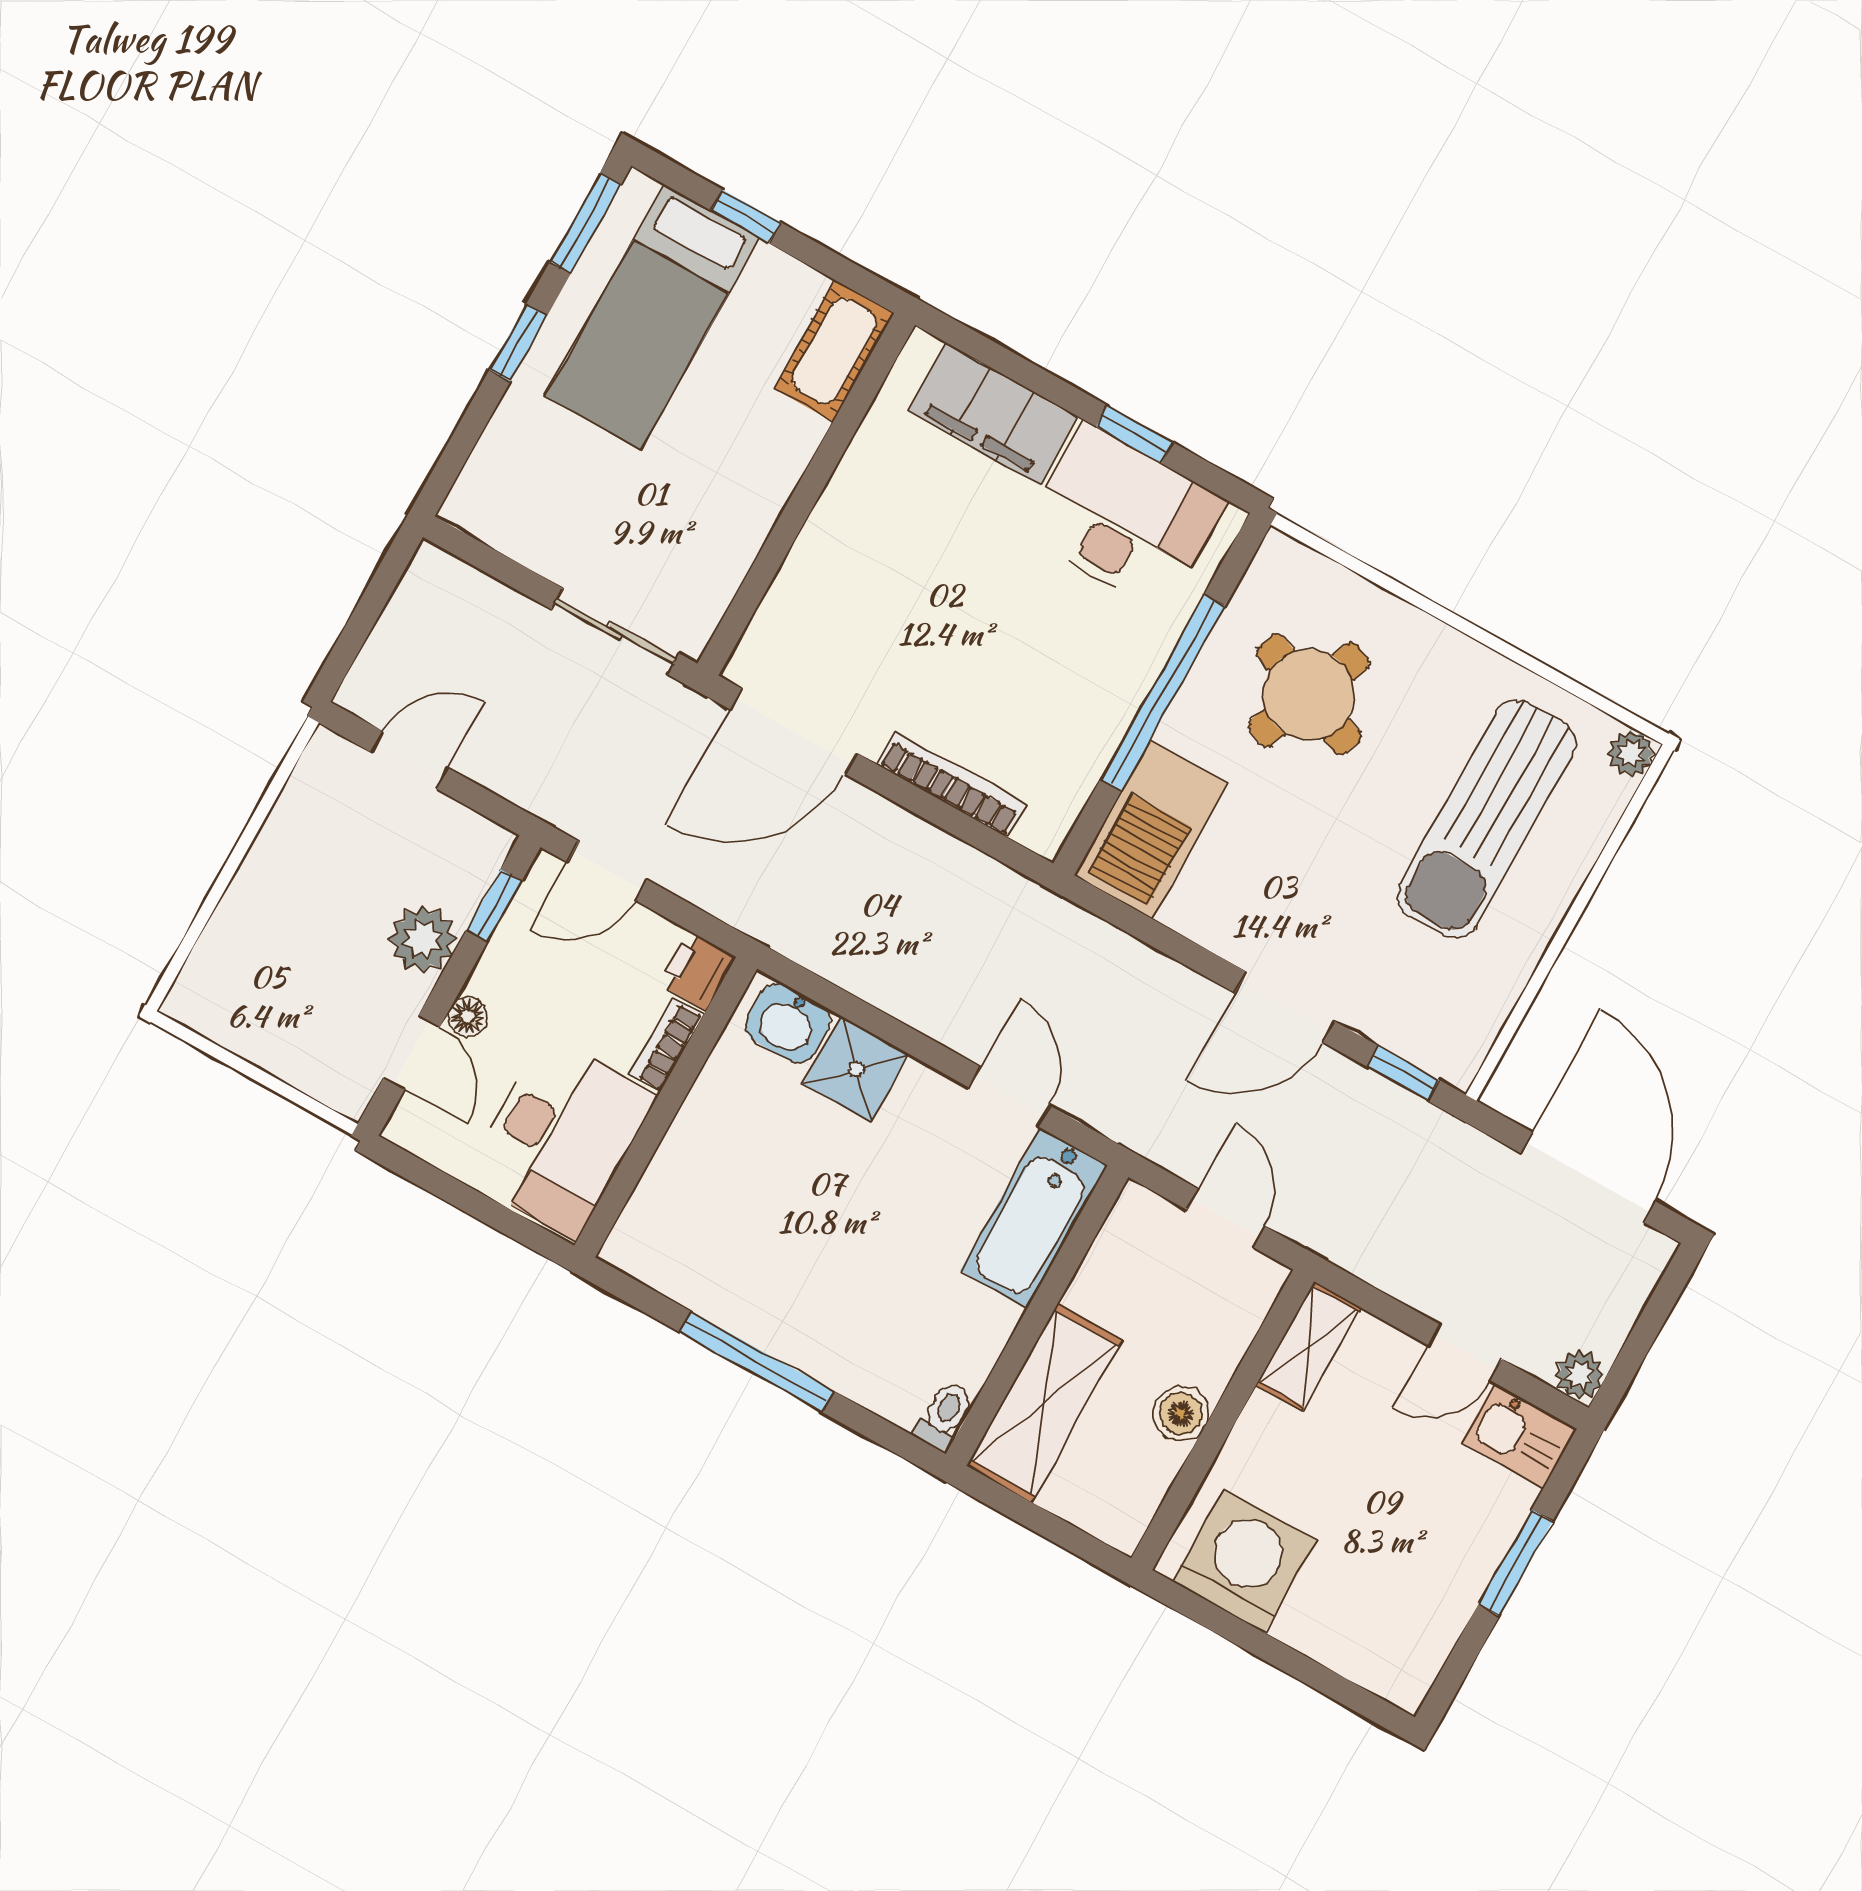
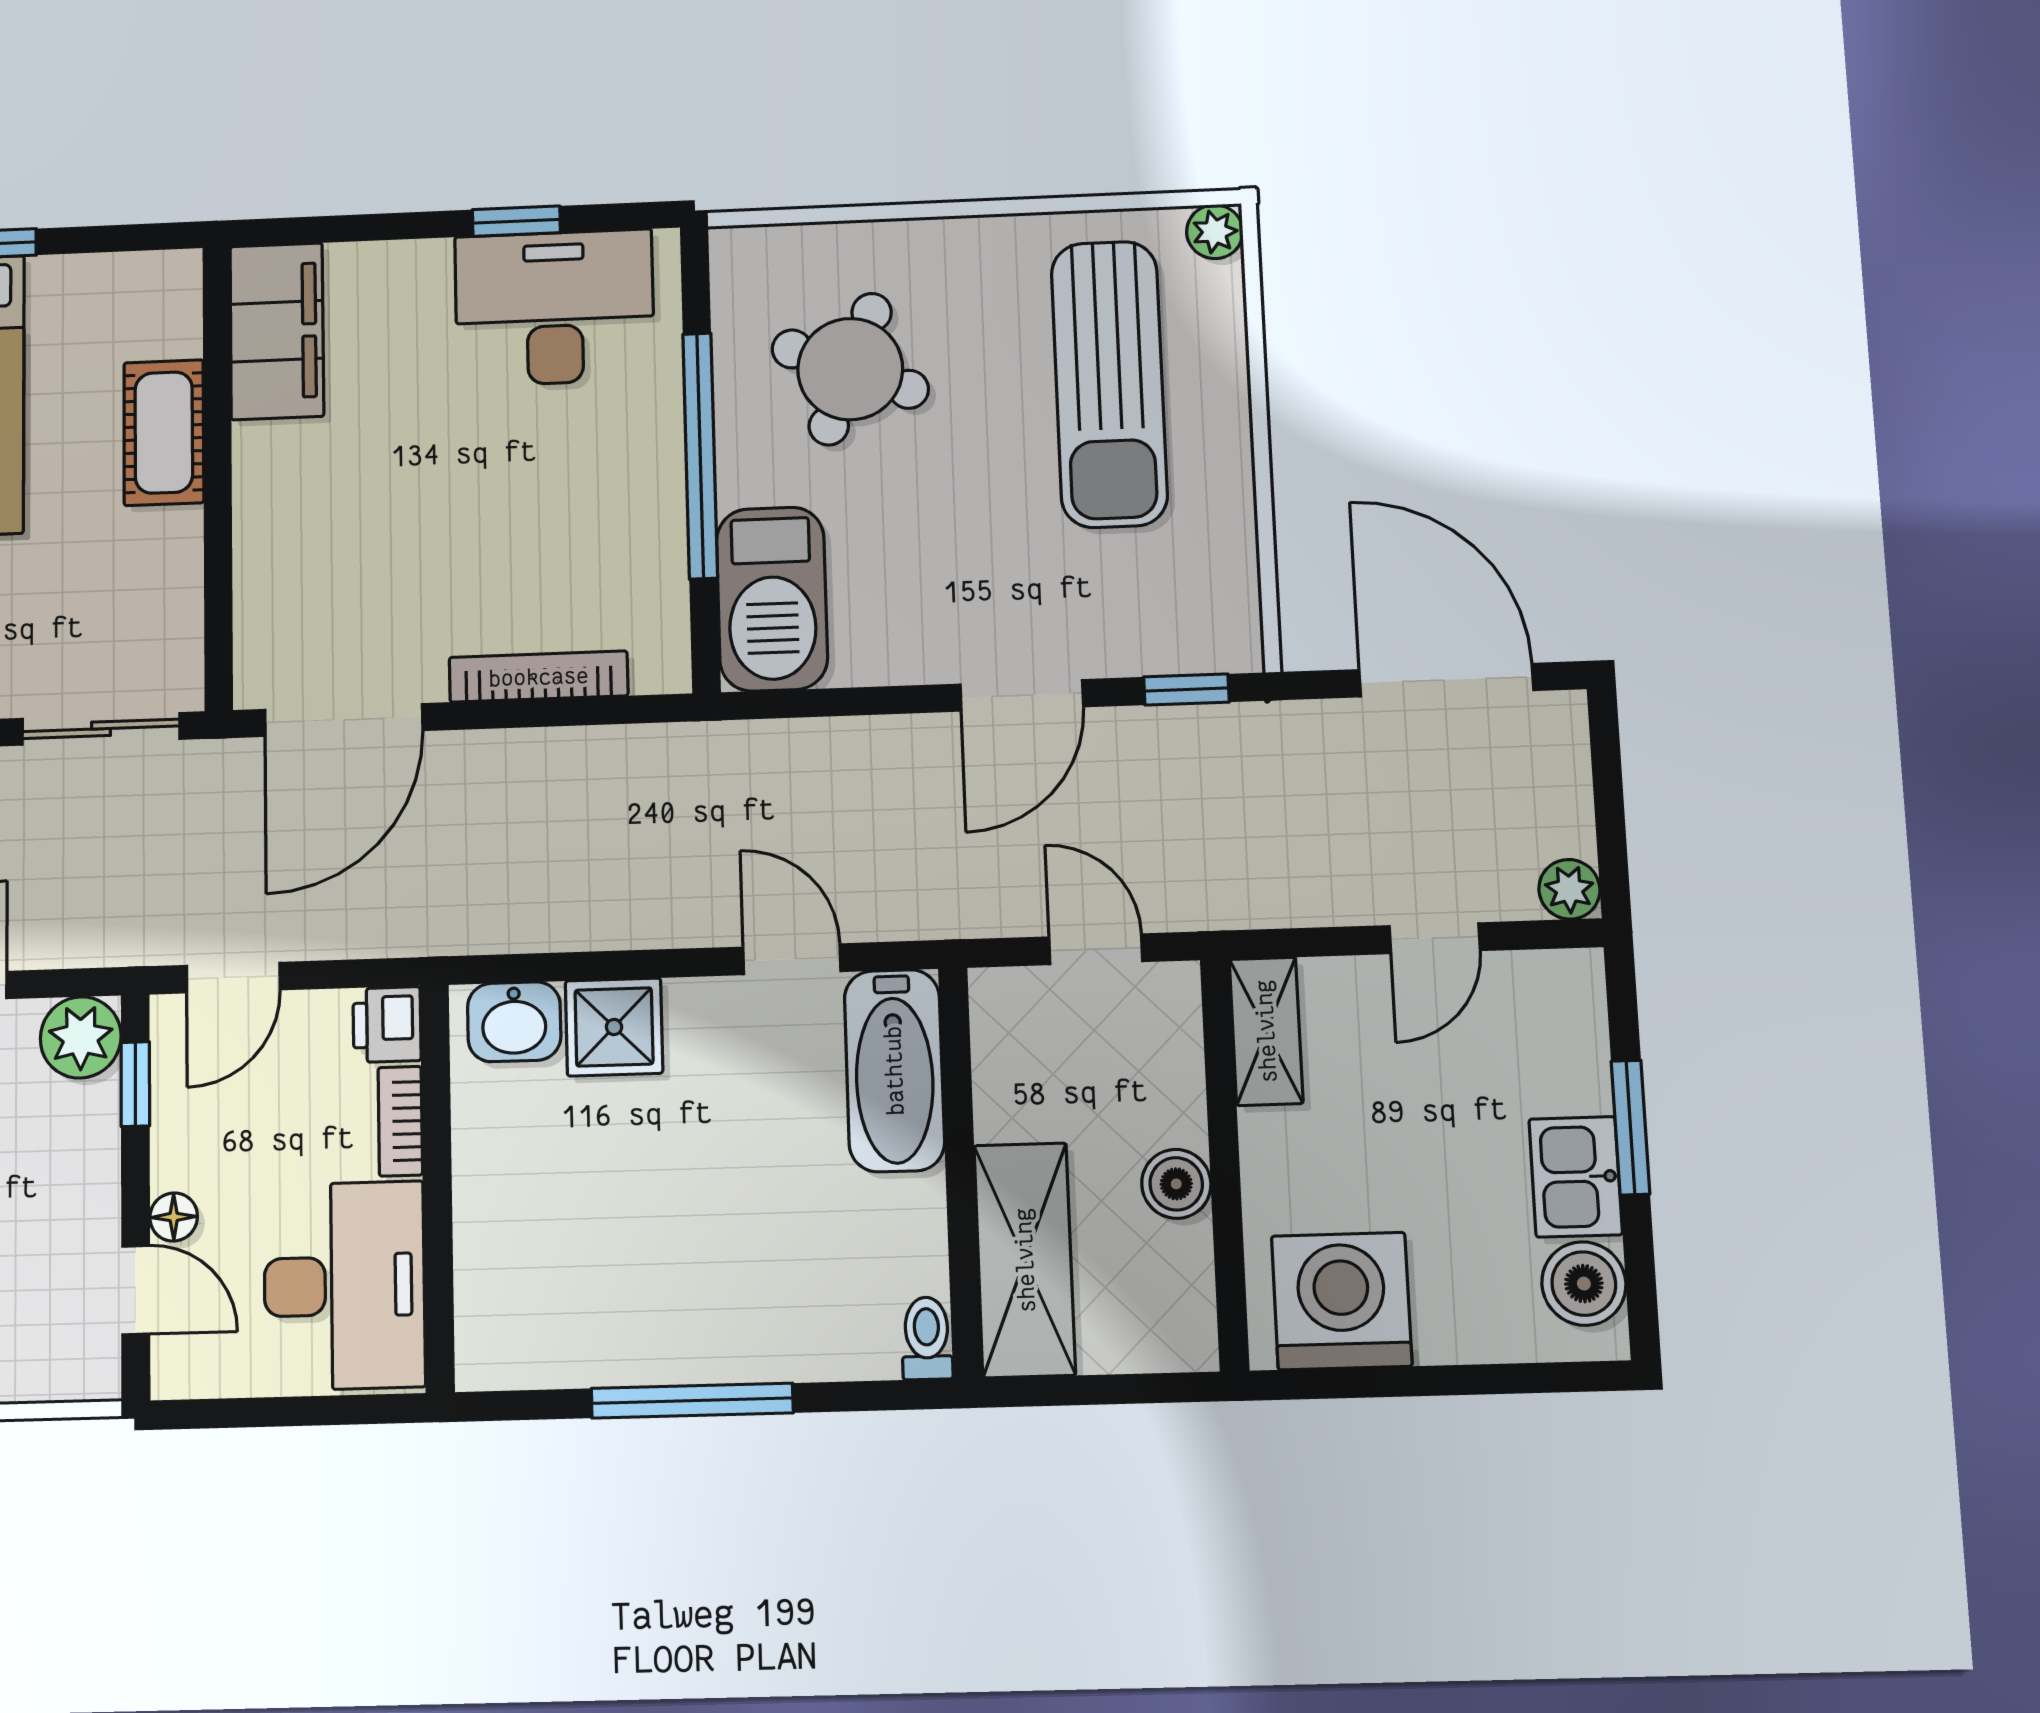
cot: (834, 351) -> (164, 433), moved
filing cabinet: (993, 414) -> (277, 331), moved, turned -90
plant: (423, 939) -> (81, 1037), moved
kitchen sink: (1519, 1436) -> (1576, 1177), moved, turned 90
boiler: (1416, 1648) -> (1584, 1284), added

